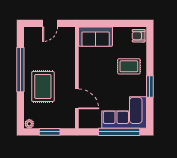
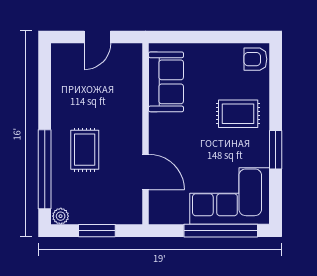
sofa: (96, 37) -> (166, 82), moved, turned -90
window: (20, 70) -> (45, 169), moved
rug: (43, 86) -> (85, 150), width x0.73, depth x0.70

